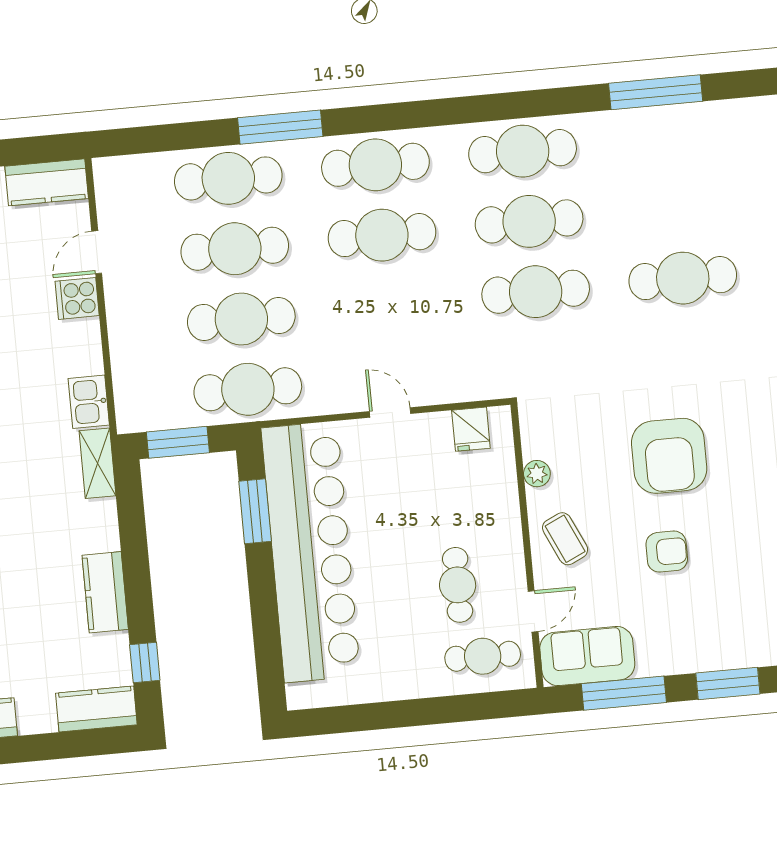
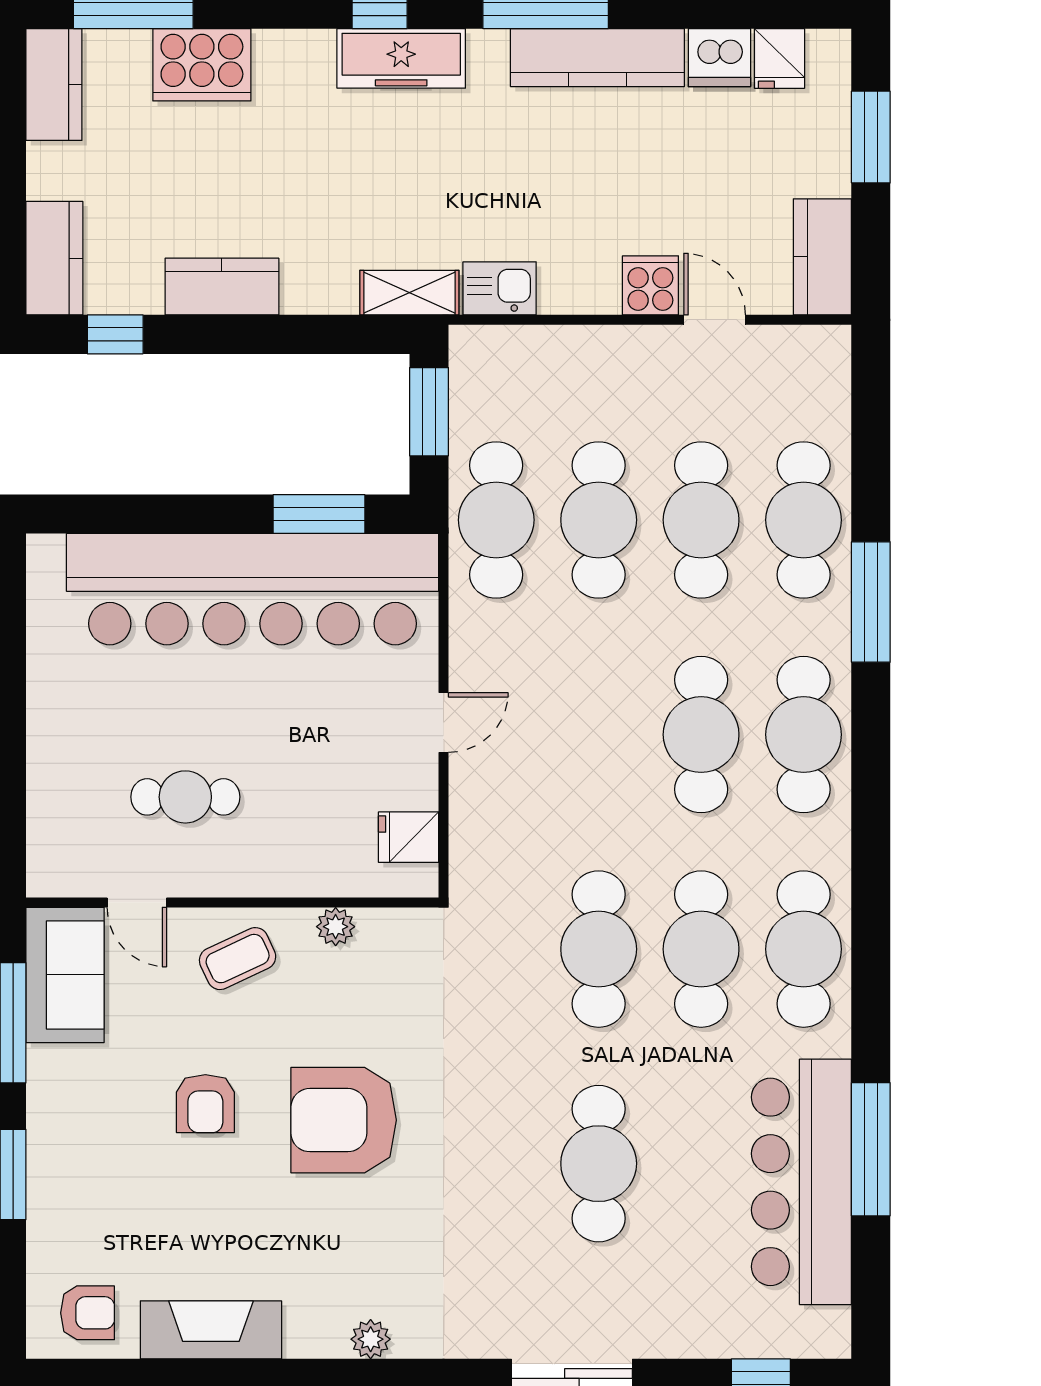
bar counter: (682, 138) -> (801, 1182), added
cafe table: (483, 656) -> (79, 824), removed

